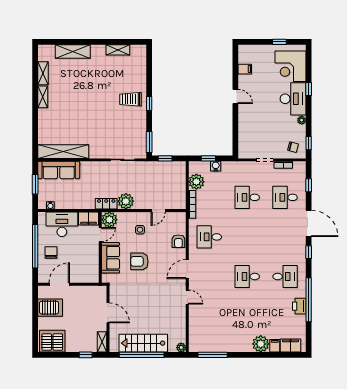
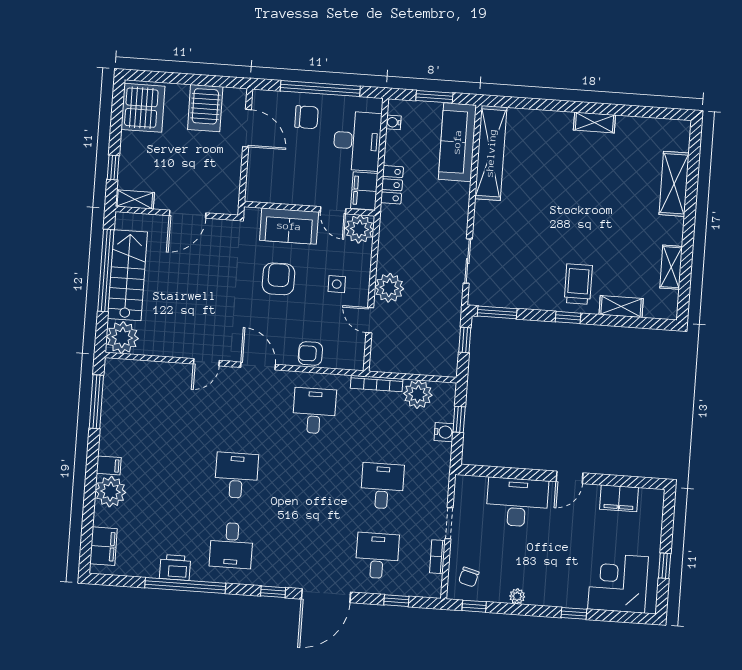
filing cabinet: (245, 69) -> (619, 498), width x2.00
shelving: (43, 73) -> (621, 306), moved
desk: (293, 99) -> (517, 502), moved, turned 180
plant: (126, 201) -> (389, 288), moved
locker: (106, 204) -> (392, 185), moved
filing cabinet: (275, 346) -> (109, 465), moved
plant: (181, 348) -> (122, 337), width x1.88, depth x1.88

